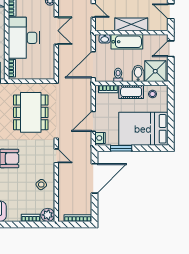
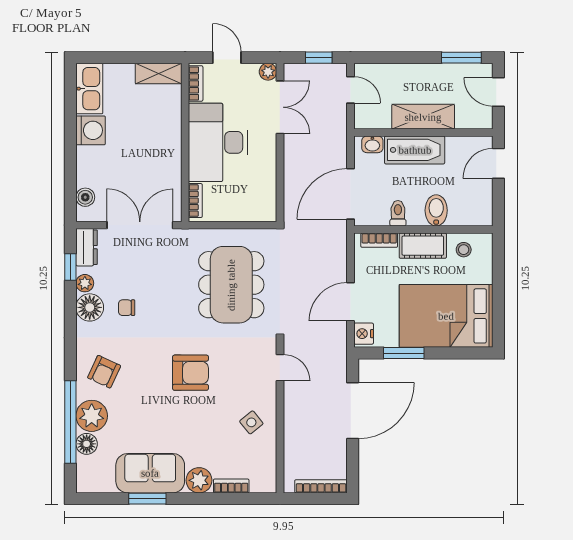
double door: (56, 31) -> (280, 107), moved
shower: (155, 71) -> (469, 206), removed
plant: (48, 215) -> (199, 480), moved

